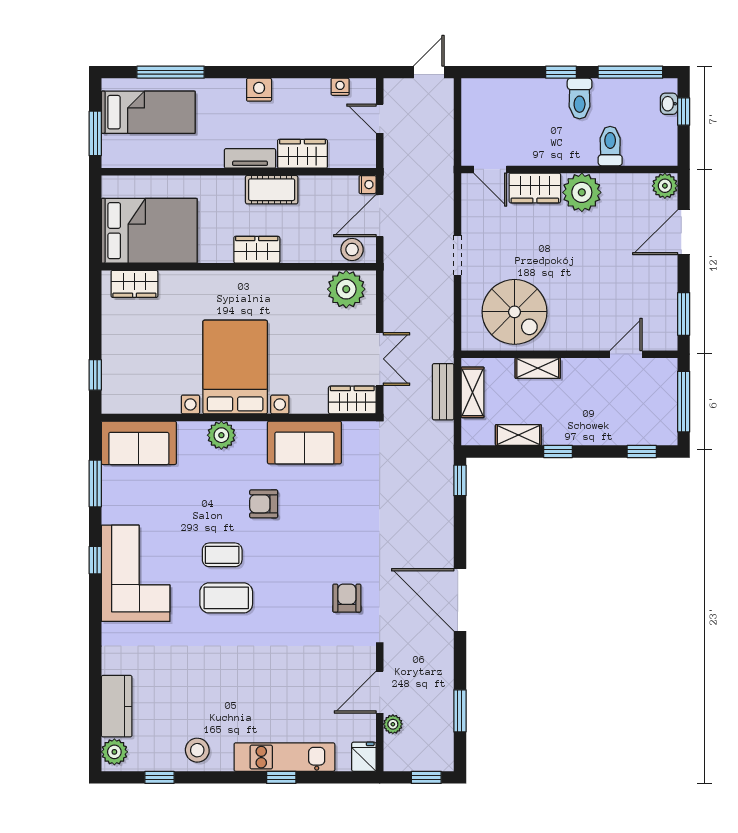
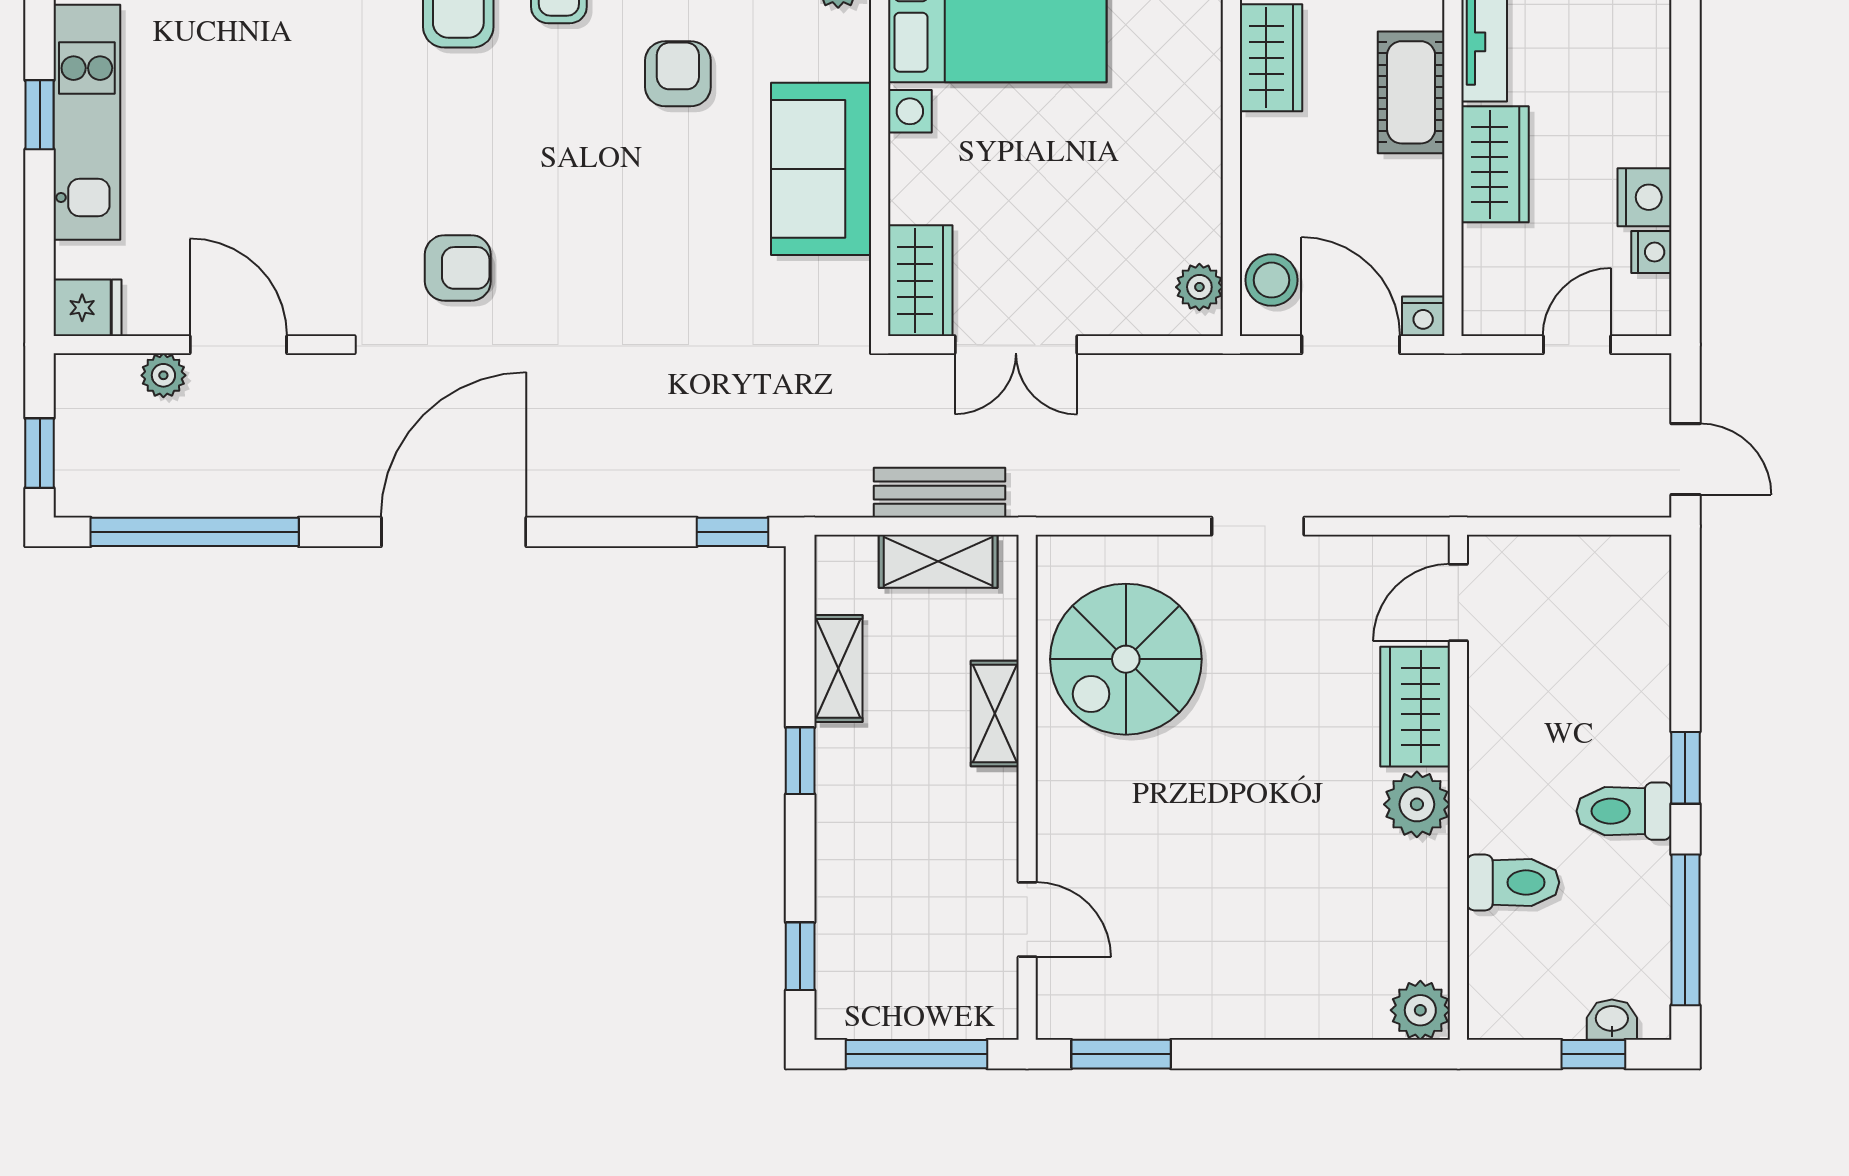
nightstand: (259, 90) -> (1644, 197), moved
plant: (582, 192) -> (1417, 804), width x0.73, depth x0.73
door: (684, 232) -> (1312, 1054), removed
plant: (346, 289) -> (1199, 287), width x0.53, depth x0.53
window: (460, 711) -> (195, 532), width x2.11

